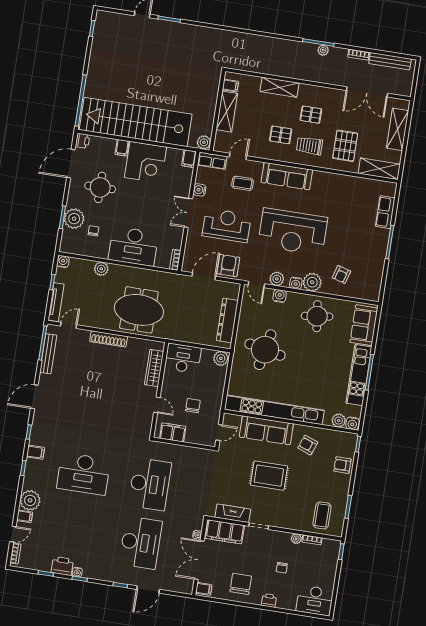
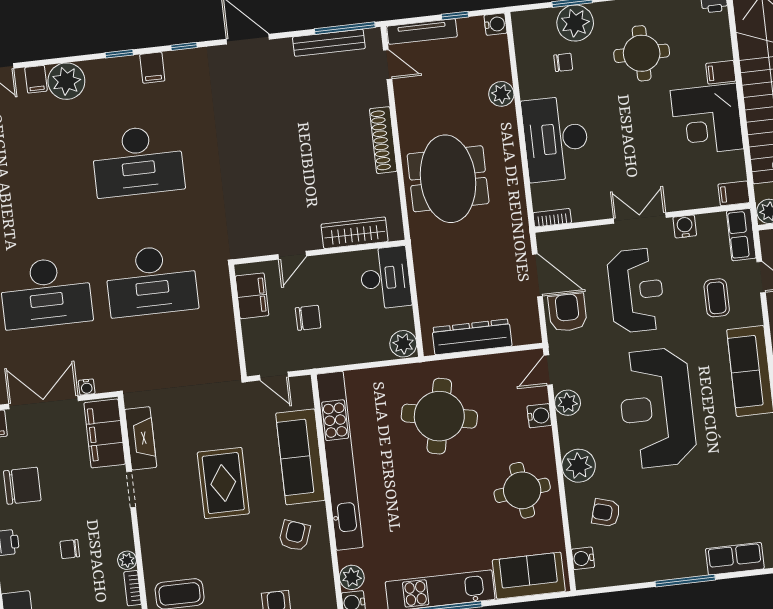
armchair: (228, 266) -> (568, 312), turned -90
water cooler: (296, 283) -> (583, 558), moved
desk: (84, 474) -> (138, 161), turned -90

